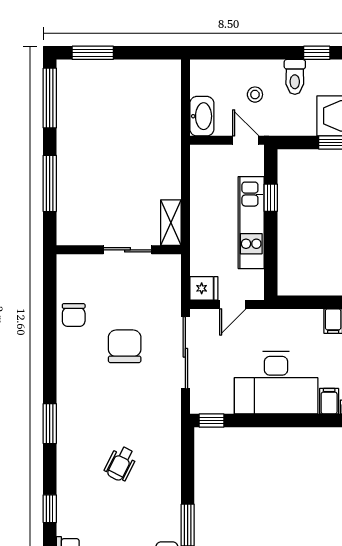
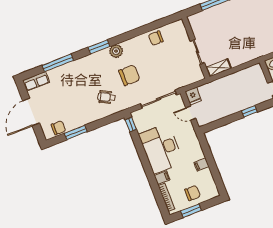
kitchen unit: (251, 223) -> (234, 107), removed
chair: (125, 346) -> (129, 75), moved
plant: (69, 396) -> (116, 51), added
wheelchair: (121, 464) -> (107, 97), moved
window: (50, 509) -> (58, 63), width x2.17

